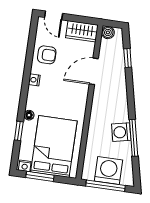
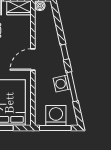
window: (128, 58) -> (65, 52), moved
door: (94, 71) -> (33, 59), moved

